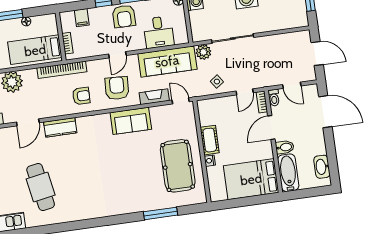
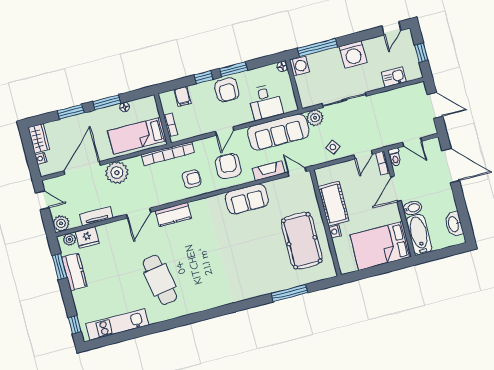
kitchen sink: (282, 23) -> (394, 77), added
cot: (210, 140) -> (334, 204), width x1.37, depth x1.34

